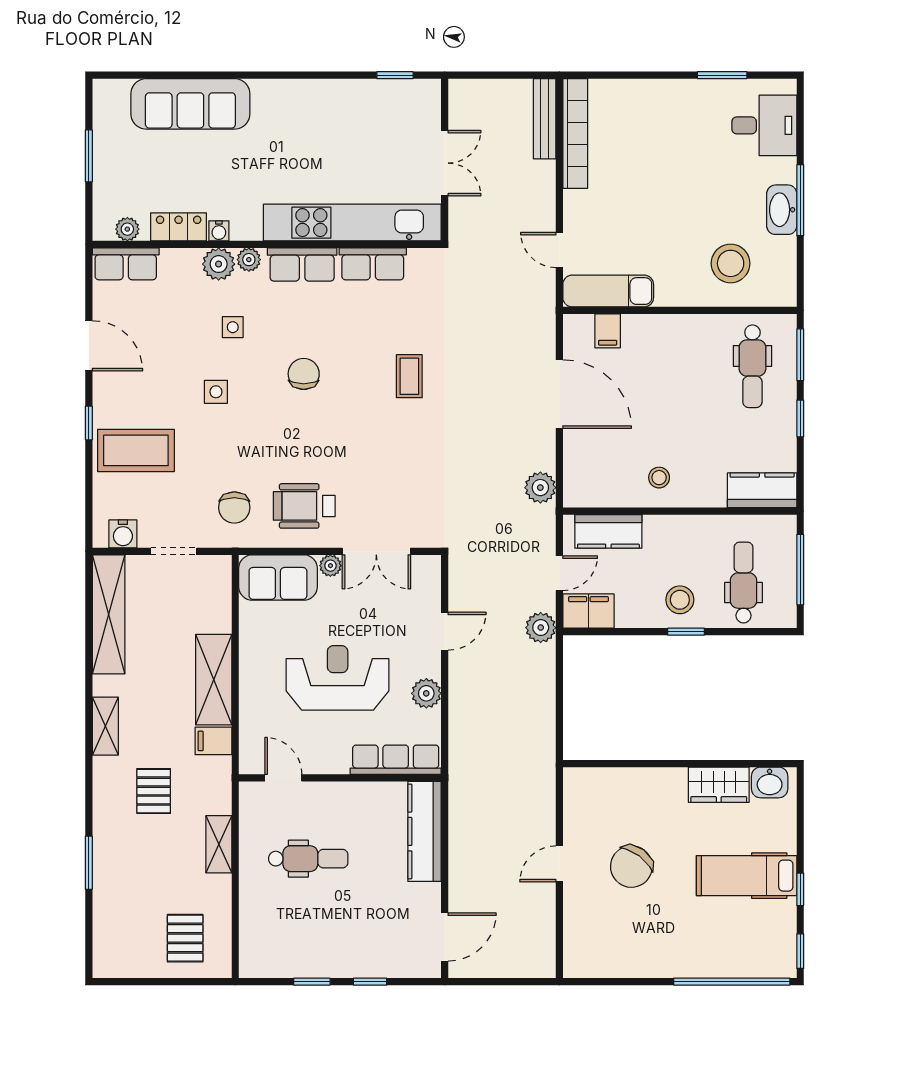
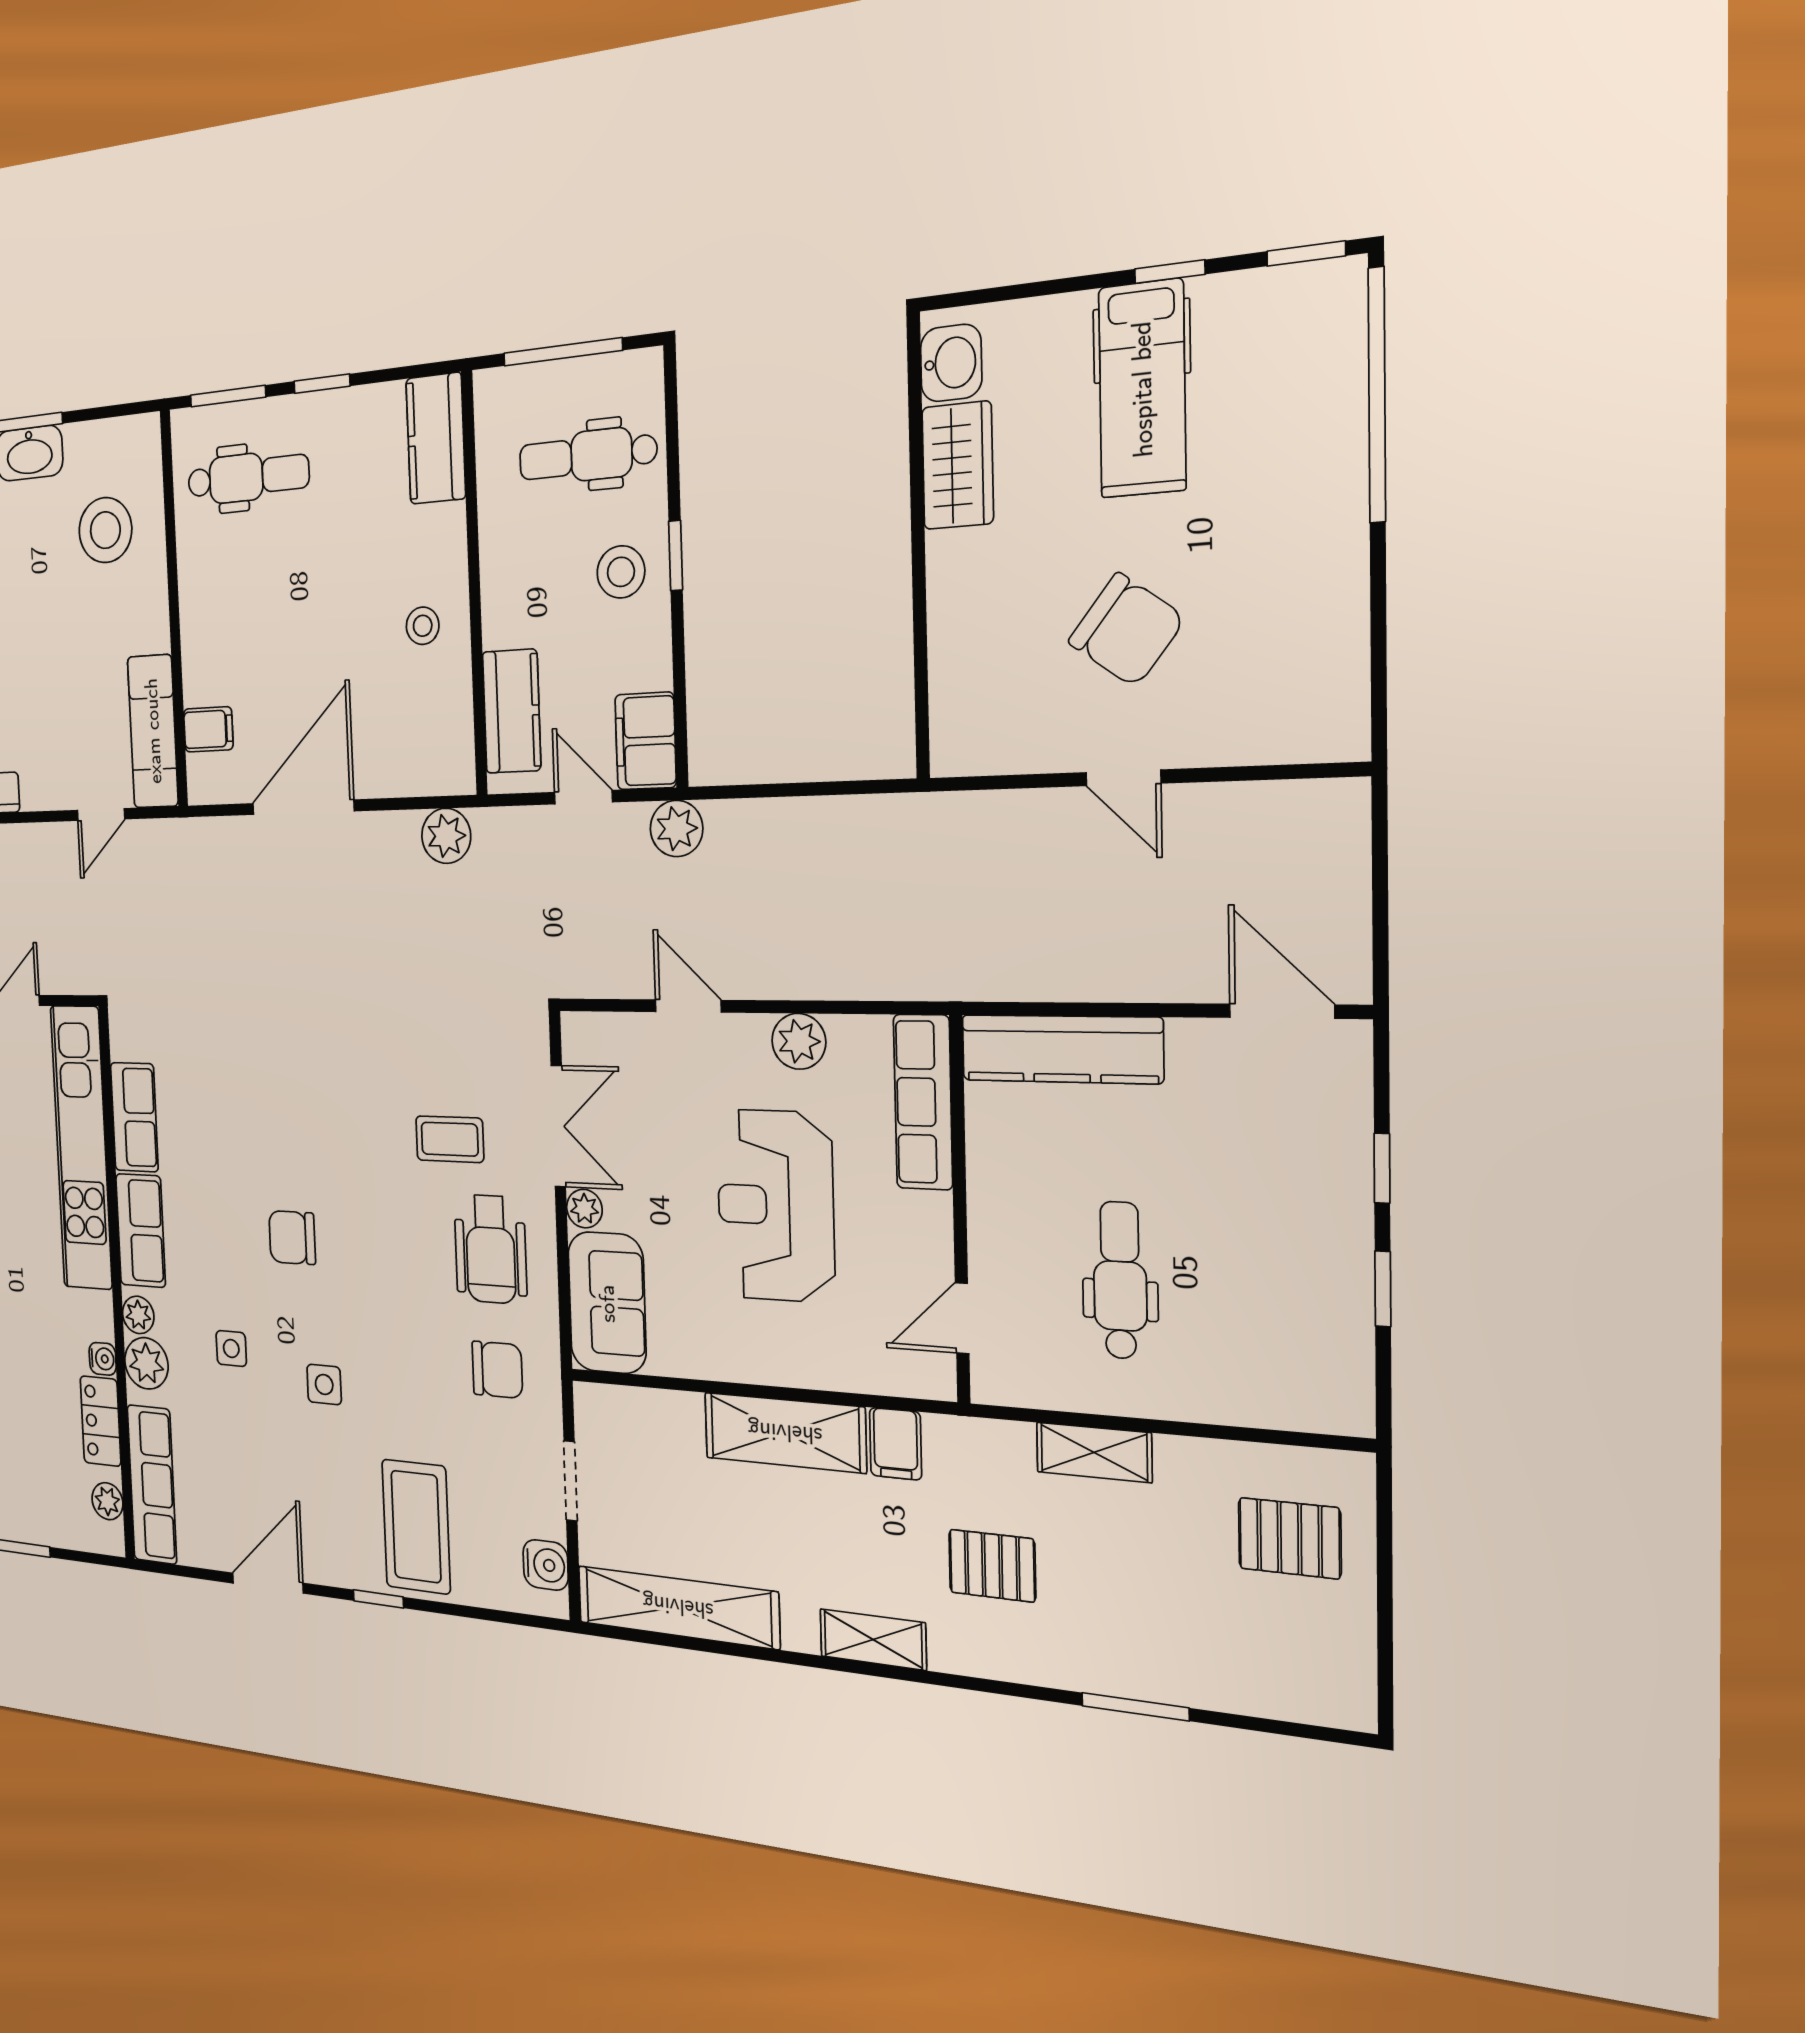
row of seats: (126, 264) -> (152, 1485), width x1.48
coffee table: (409, 376) -> (450, 1139), moved

